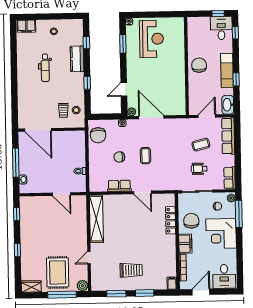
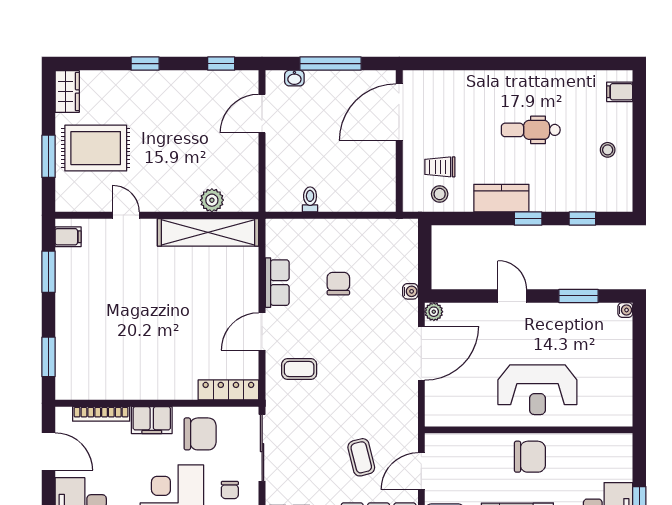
filing cabinet: (26, 26) -> (620, 92), width x0.50
reception desk: (152, 39) -> (537, 390), moved
kitchen counter: (77, 59) -> (501, 198), moved
window: (87, 83) -> (528, 219), moved
door: (124, 89) -> (512, 296), moved
door: (207, 116) -> (421, 471), swing flipped
chair: (98, 135) -> (385, 240), removed
coffee table: (145, 156) -> (299, 369), moved
wheelchair: (199, 169) -> (310, 453), removed
door: (62, 194) -> (262, 114), moved
locker: (171, 220) -> (228, 390), moved
trolley: (131, 270) -> (98, 304), removed
filing cabinet: (172, 283) -> (68, 237), moved
plant: (82, 286) -> (212, 200), moved
window: (145, 293) -> (48, 357), moved
window: (62, 295) -> (48, 156), width x0.69

